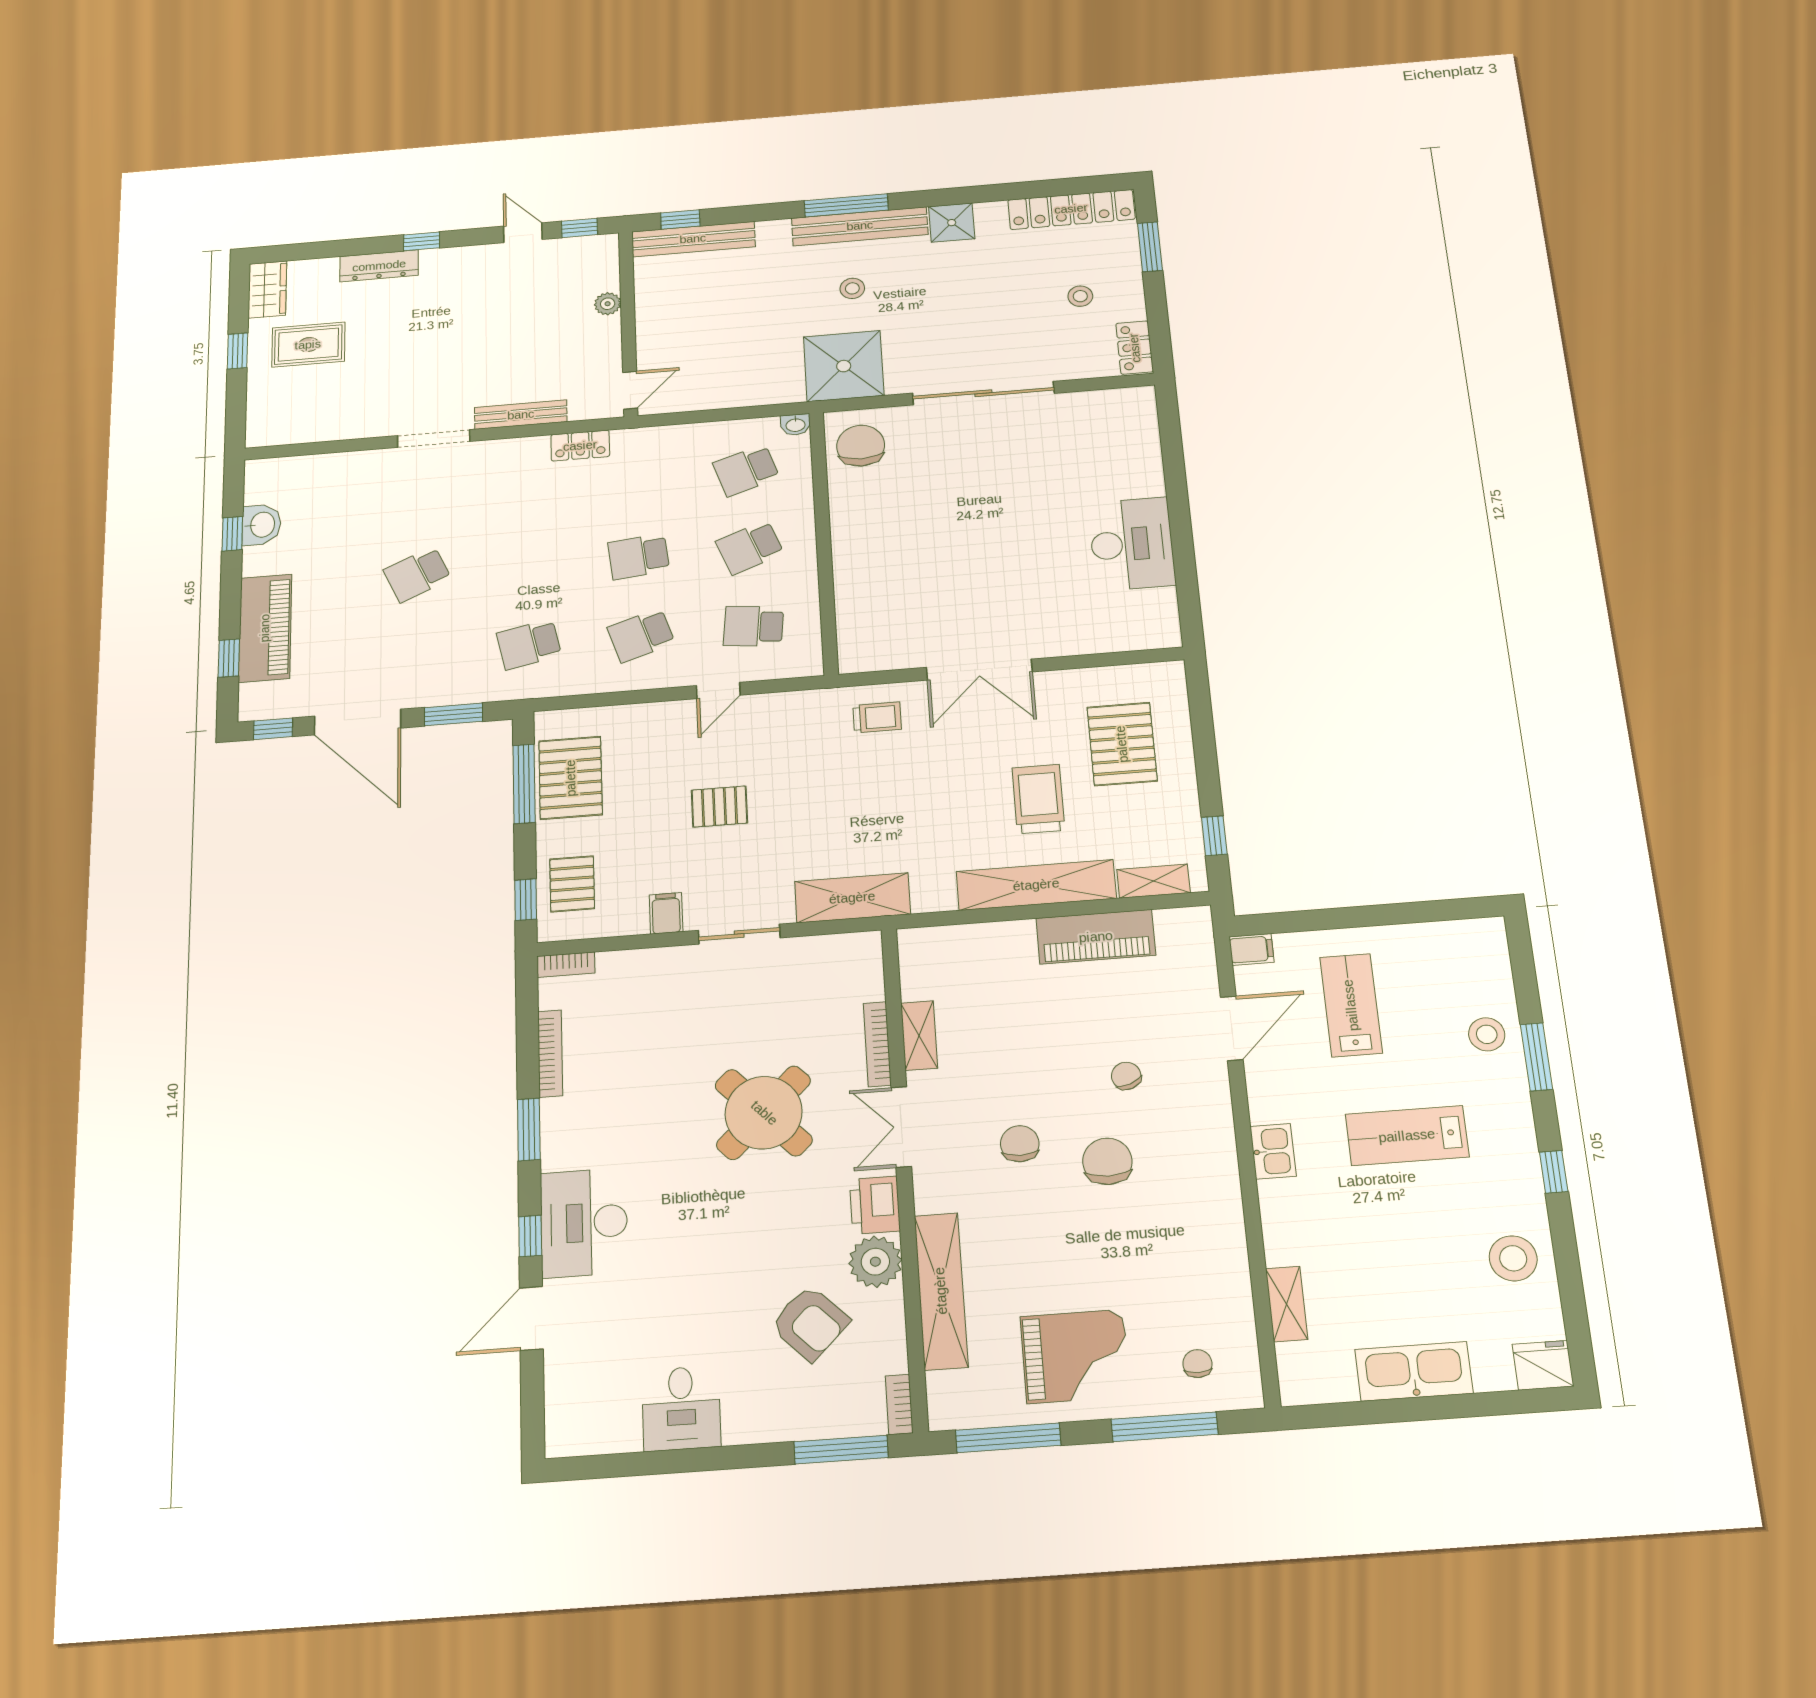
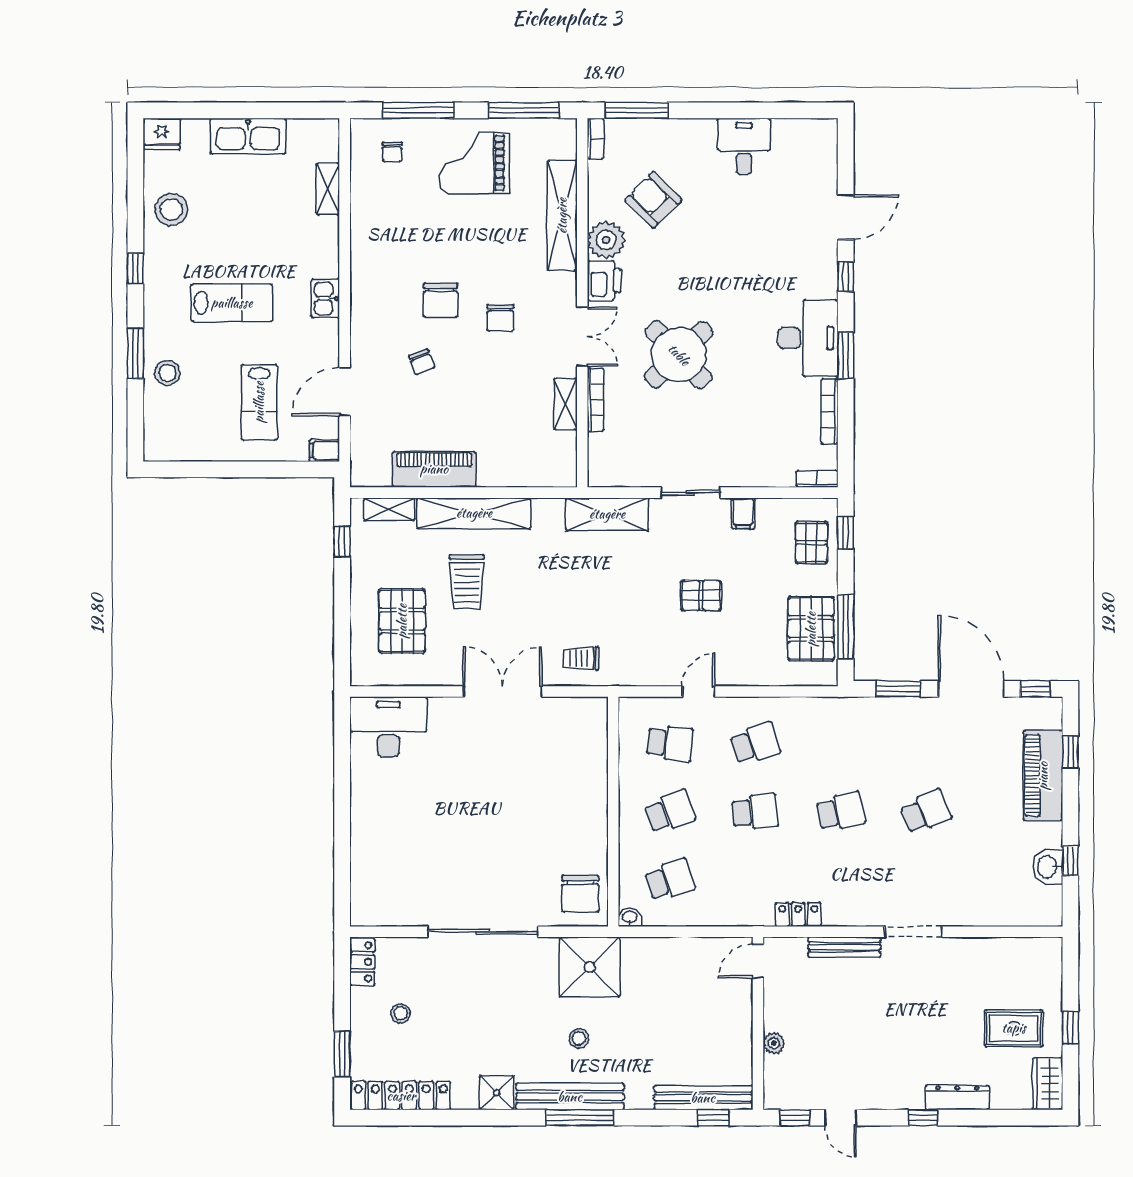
desk: (1132, 544) -> (388, 727), moved, turned 90
school desk: (529, 644) -> (841, 812), moved
desk: (584, 1223) -> (808, 338), moved

